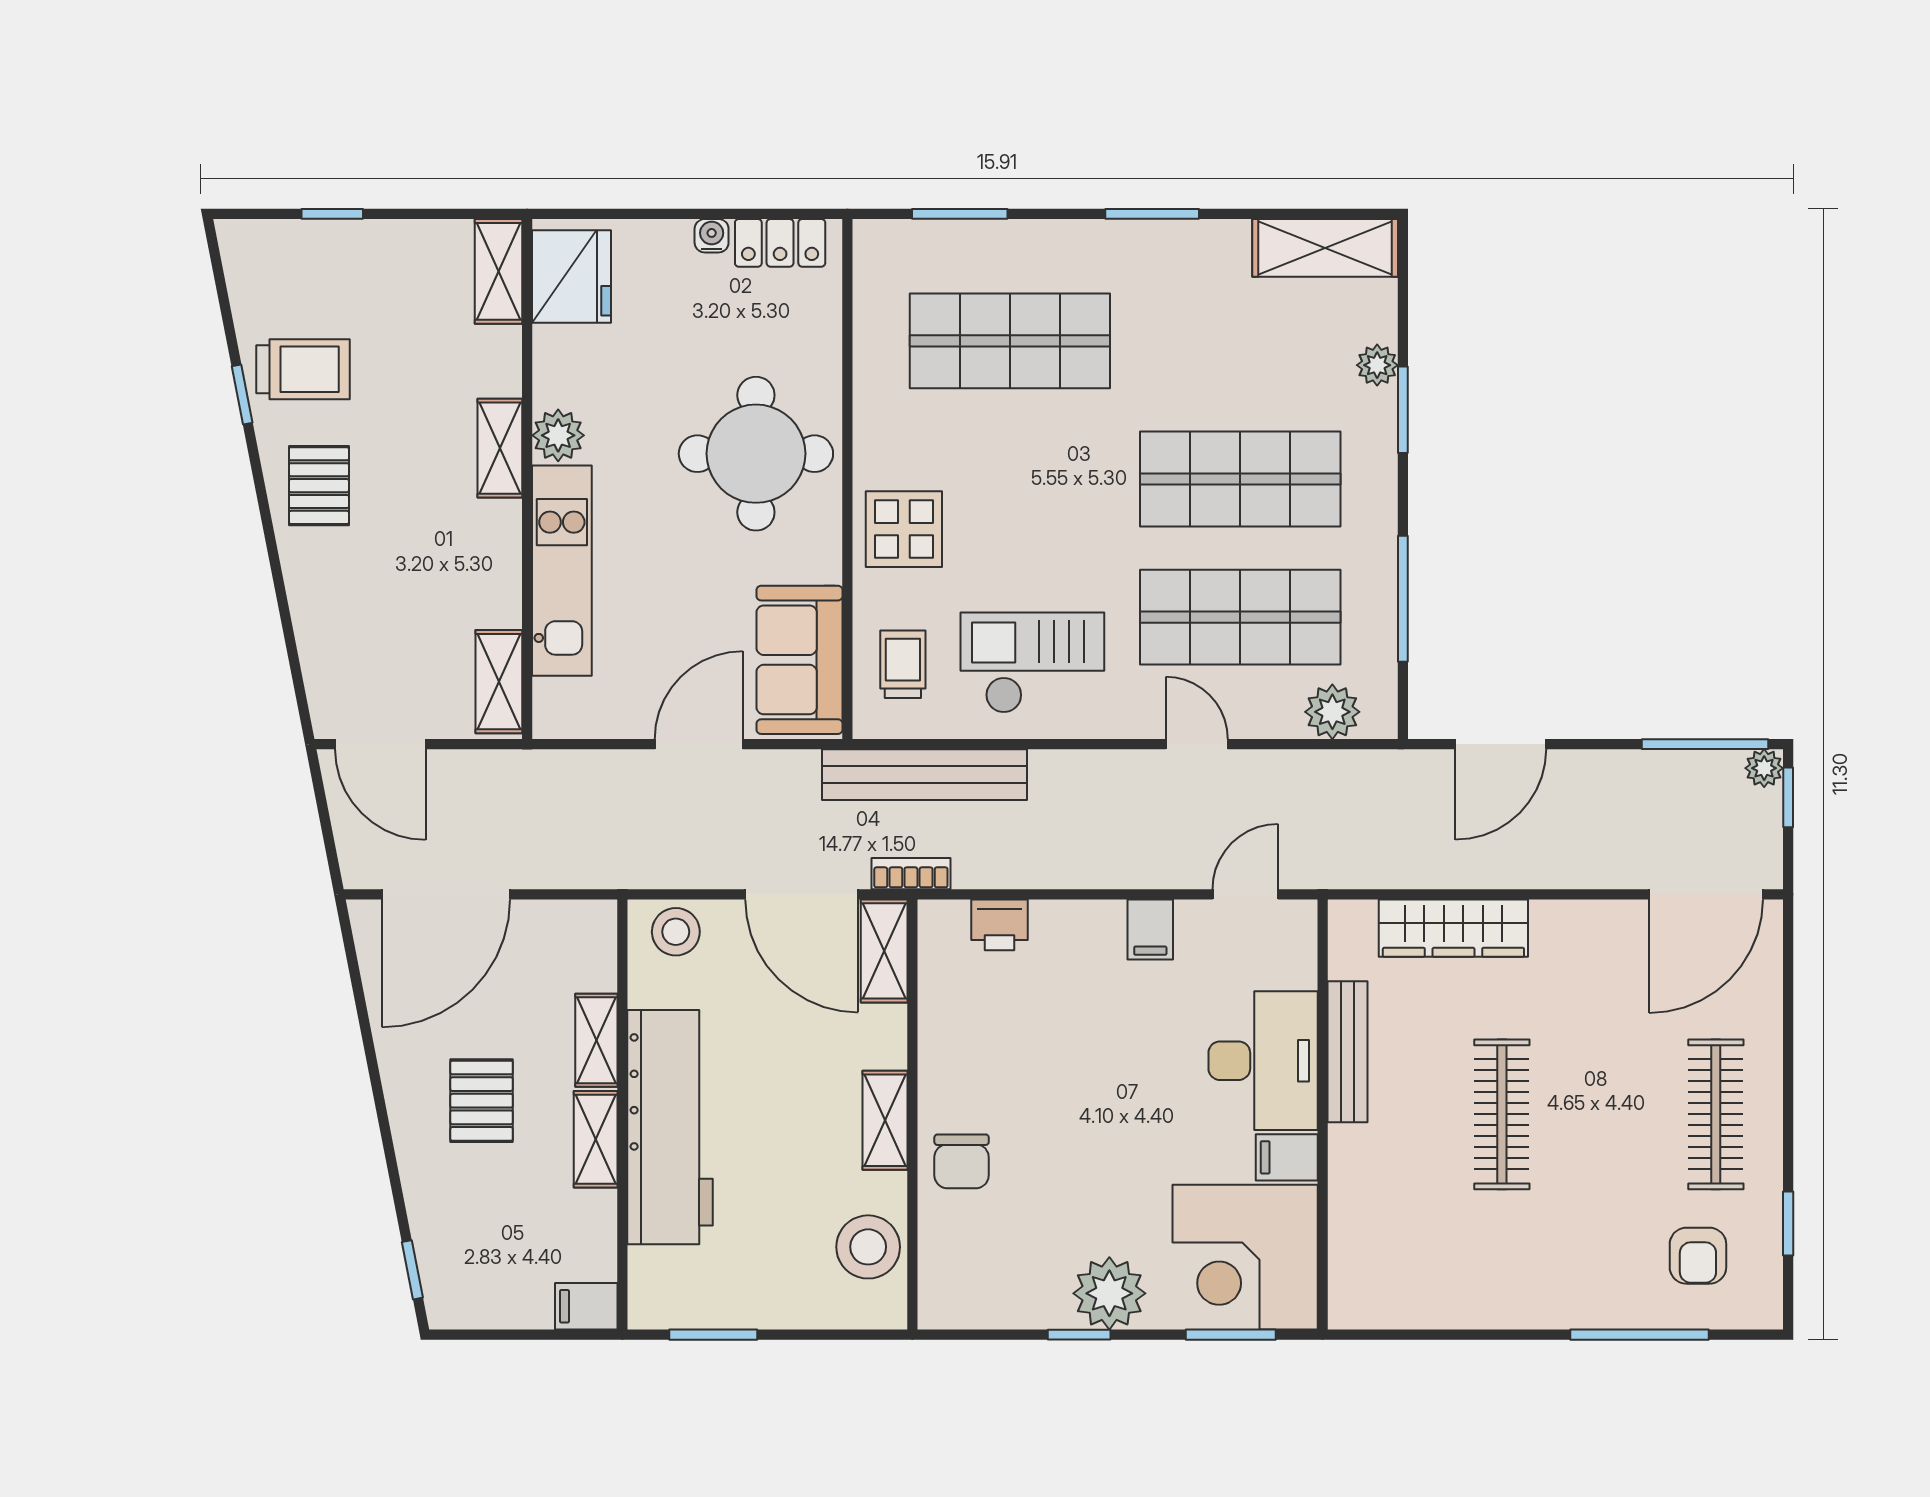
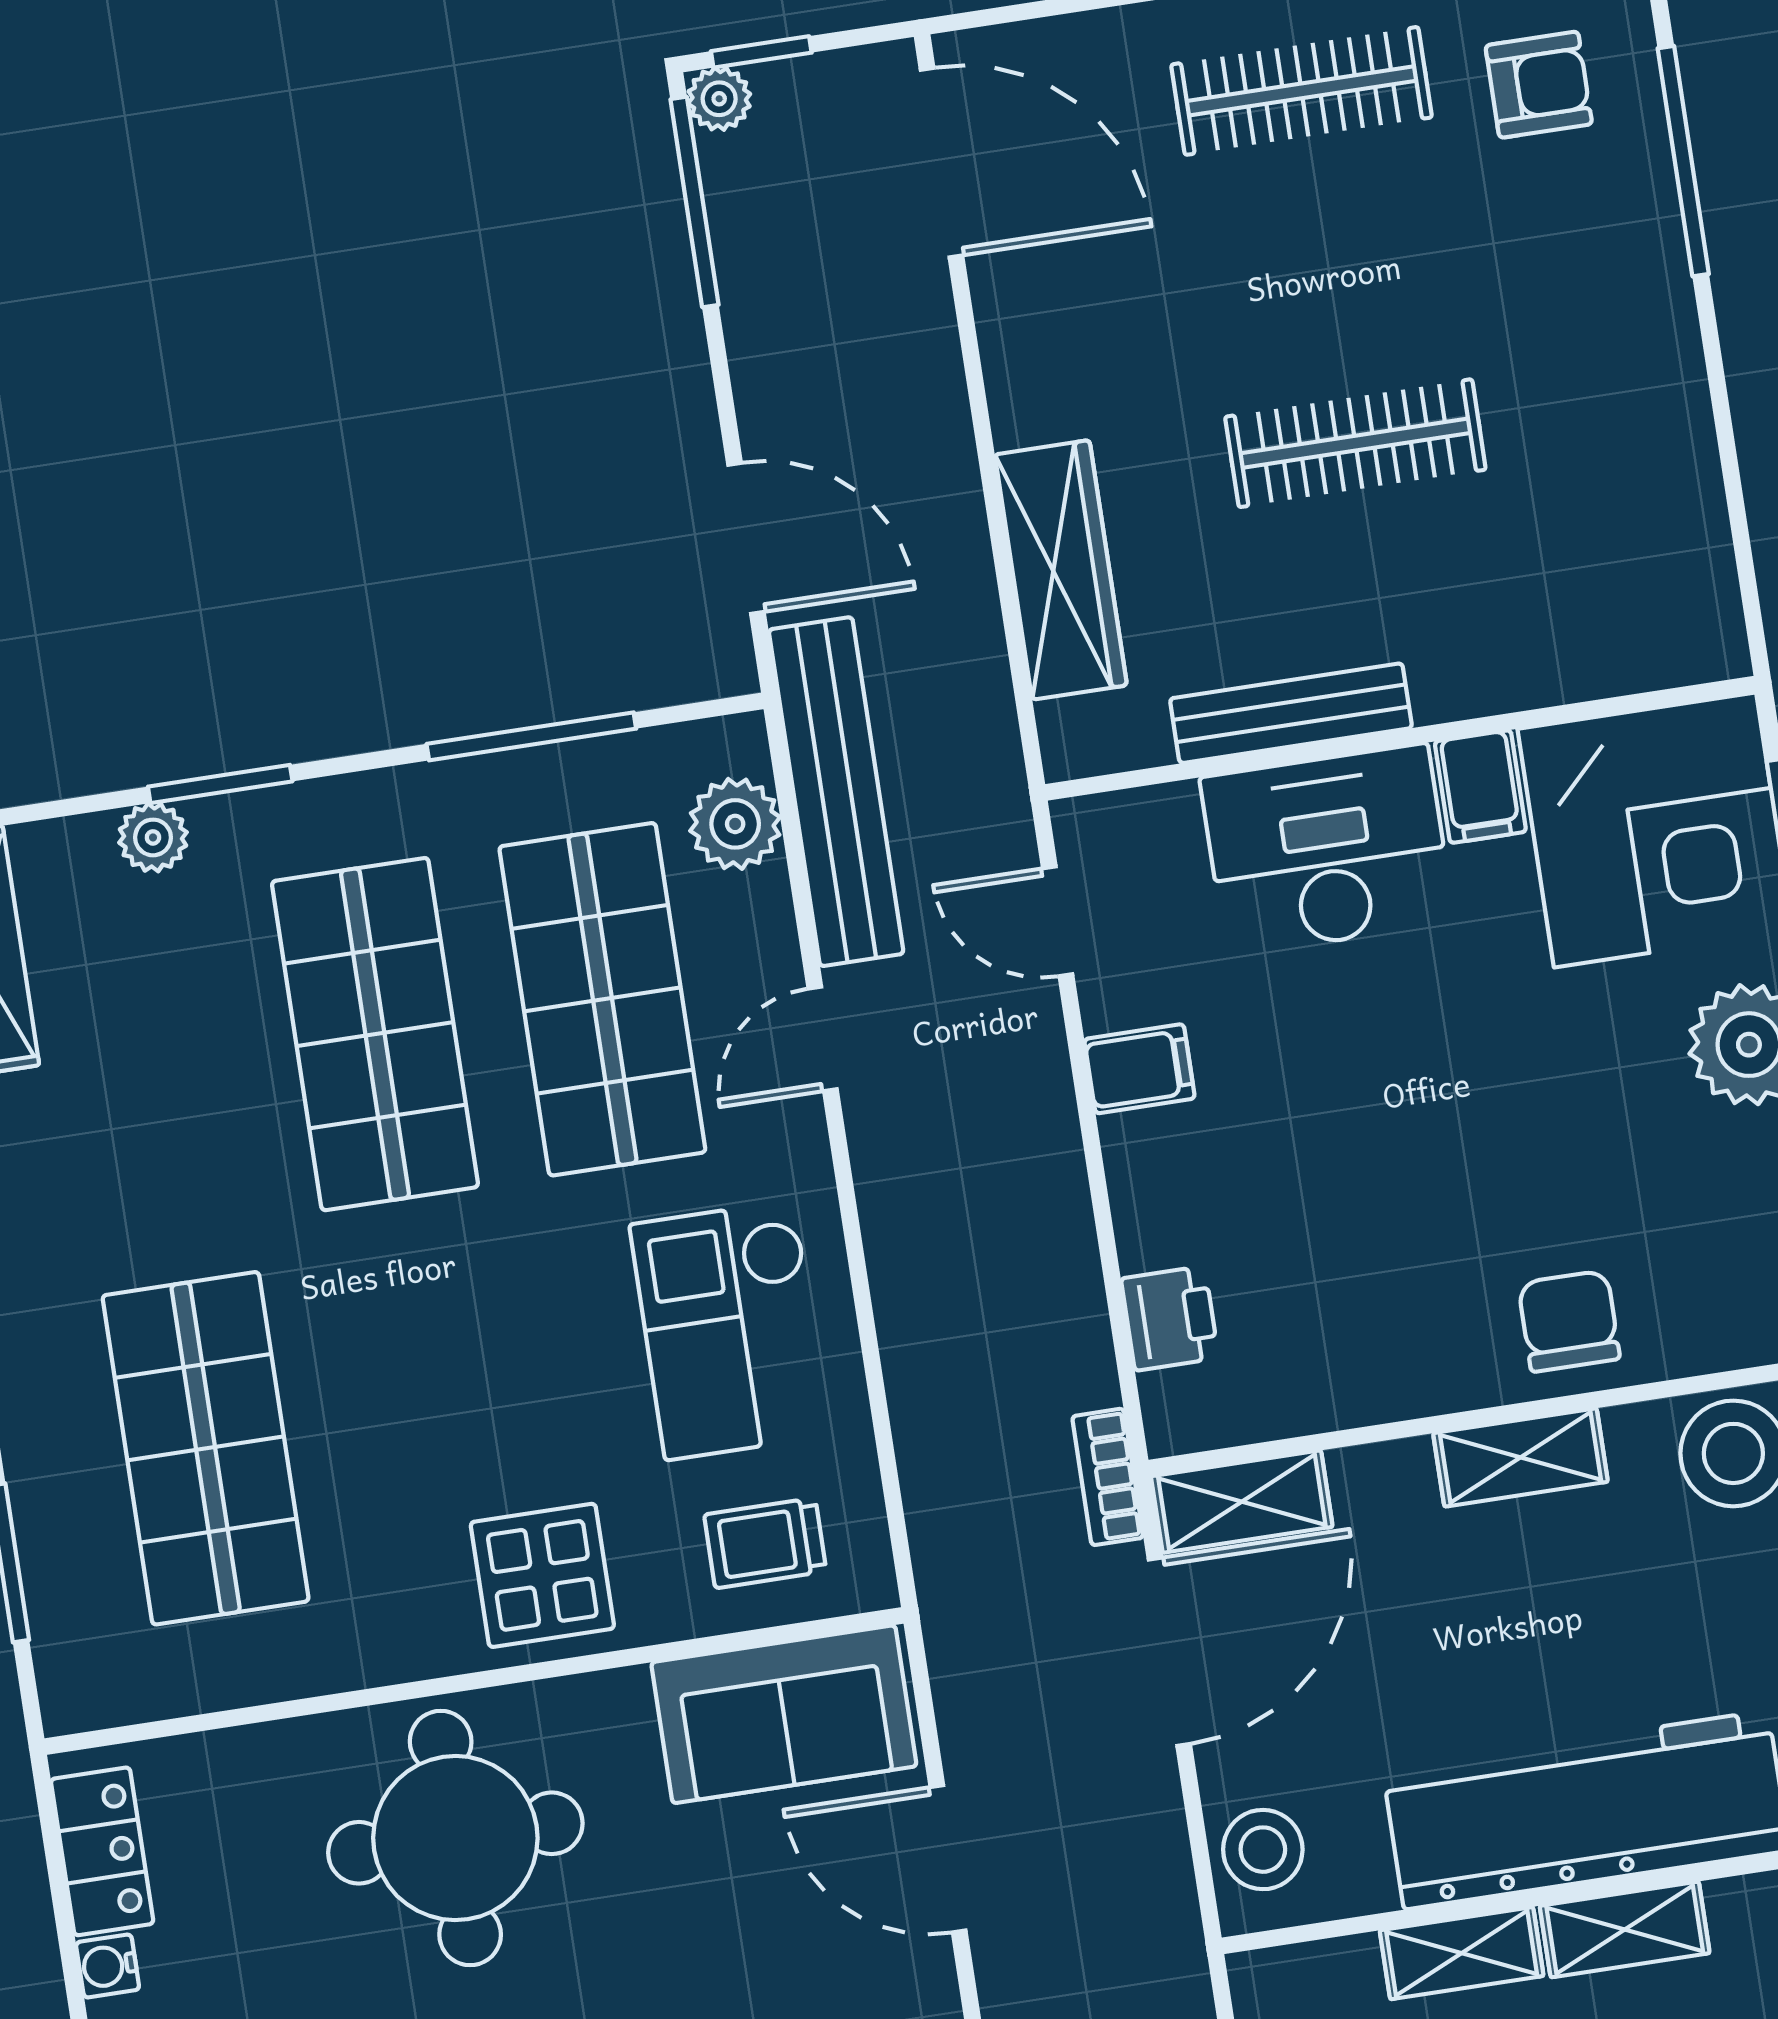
bench: (925, 775) -> (836, 792), moved
chair: (962, 1161) -> (1569, 1321), turned -90

